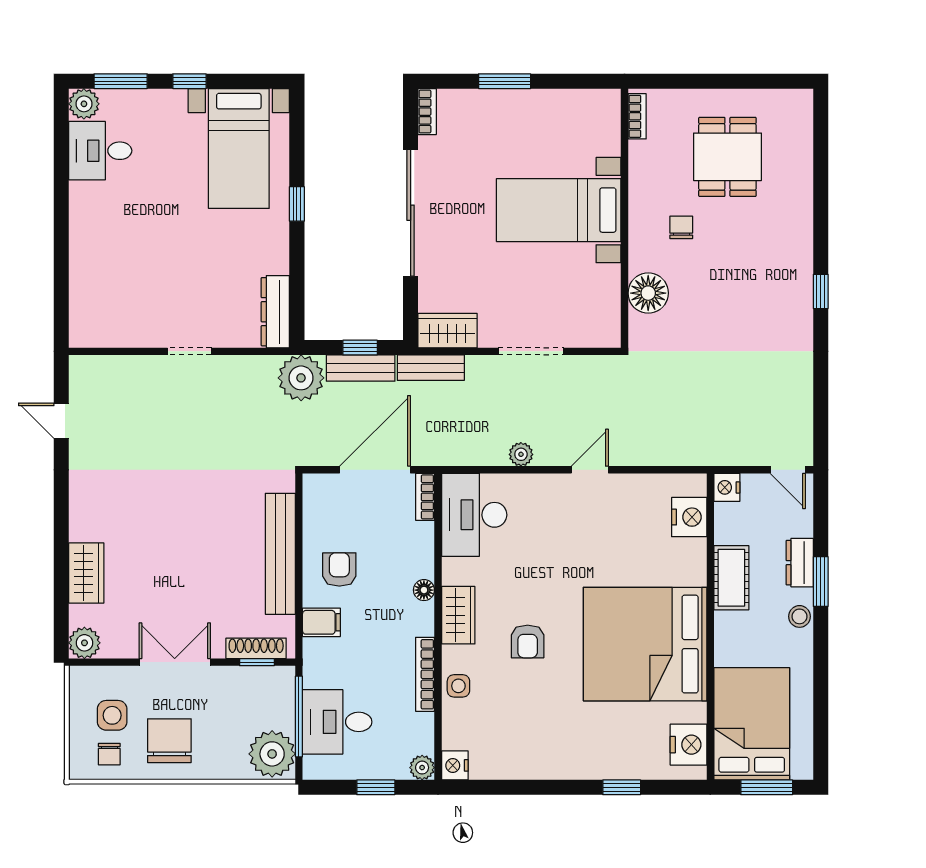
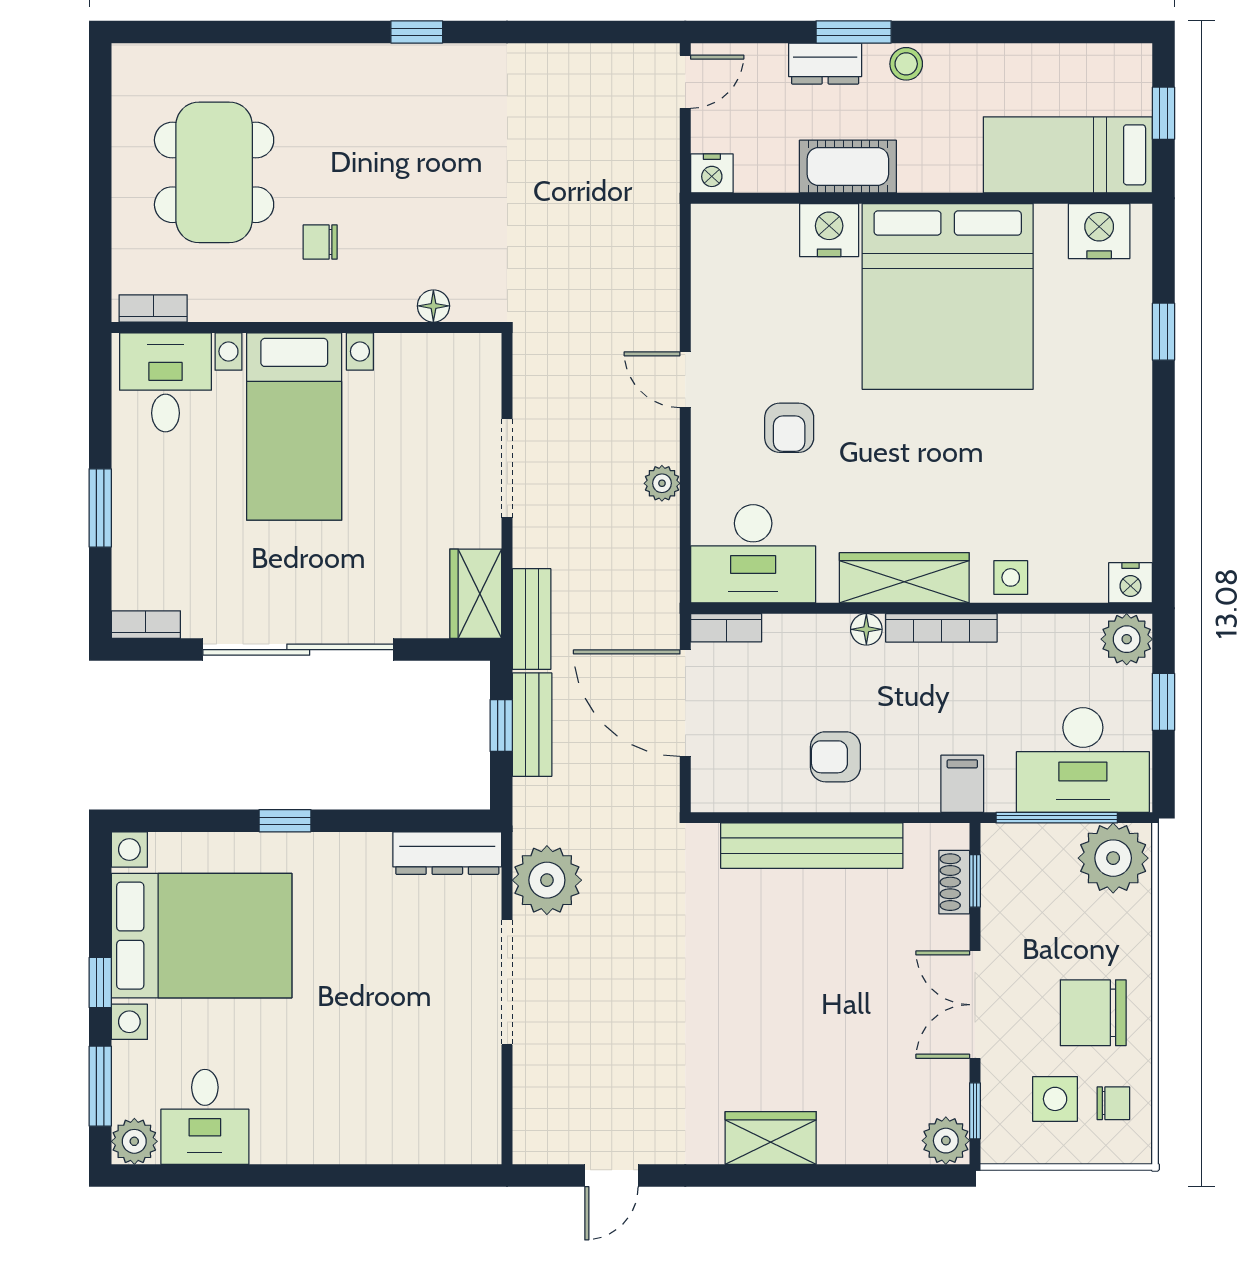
desk: (588, 125) -> (165, 382), added
bed with nightstands: (239, 149) -> (202, 936), width x1.36
dining table: (727, 157) -> (214, 172), width x1.38
floor lamp: (648, 293) -> (433, 306), width x0.53, depth x0.53
doorway: (190, 351) -> (507, 982), width x1.88
plant: (301, 378) -> (547, 880), moved
nightstand: (689, 517) -> (829, 230), moved
wardrobe: (86, 573) -> (771, 1138), moved
wardrobe: (458, 615) -> (904, 578), width x1.50
filing cabinet: (321, 622) -> (962, 784), moved
armchair: (528, 641) -> (789, 428), moved, turned 90
shoe rack: (256, 648) -> (954, 882), width x0.70
window: (104, 662) -> (975, 1111), added
bookcase: (425, 674) -> (941, 628), moved
desk: (337, 722) -> (1083, 760), width x1.37
bed: (752, 724) -> (1068, 155), width x0.67
plant: (422, 768) -> (1127, 639), width x1.38, depth x1.38
window: (767, 787) -> (1163, 113), width x0.67

